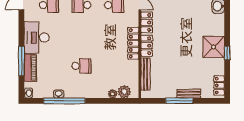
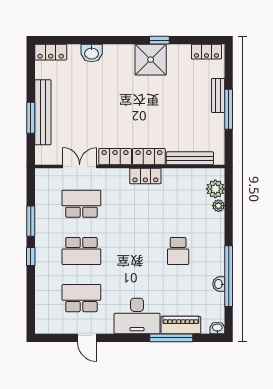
locker: (133, 43) -> (145, 176), width x0.66
school desk: (81, 66) -> (178, 251), turned 180

